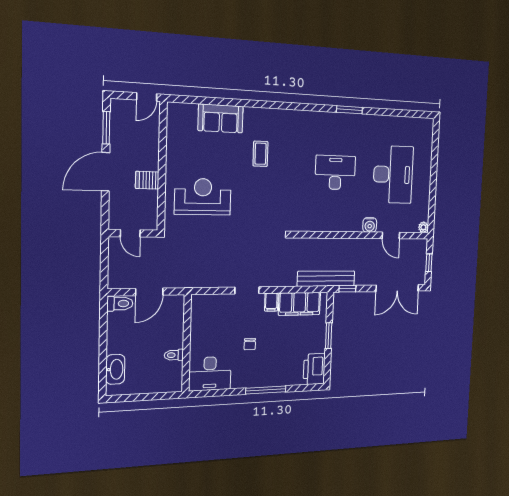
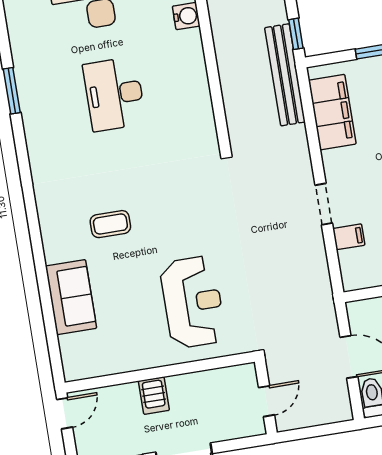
door: (147, 97) -> (65, 413), hinge flipped
server rack: (147, 180) -> (154, 396), moved
reception desk: (203, 197) -> (193, 302), turned 180
filing cabinet: (271, 302) -> (349, 237), moved

